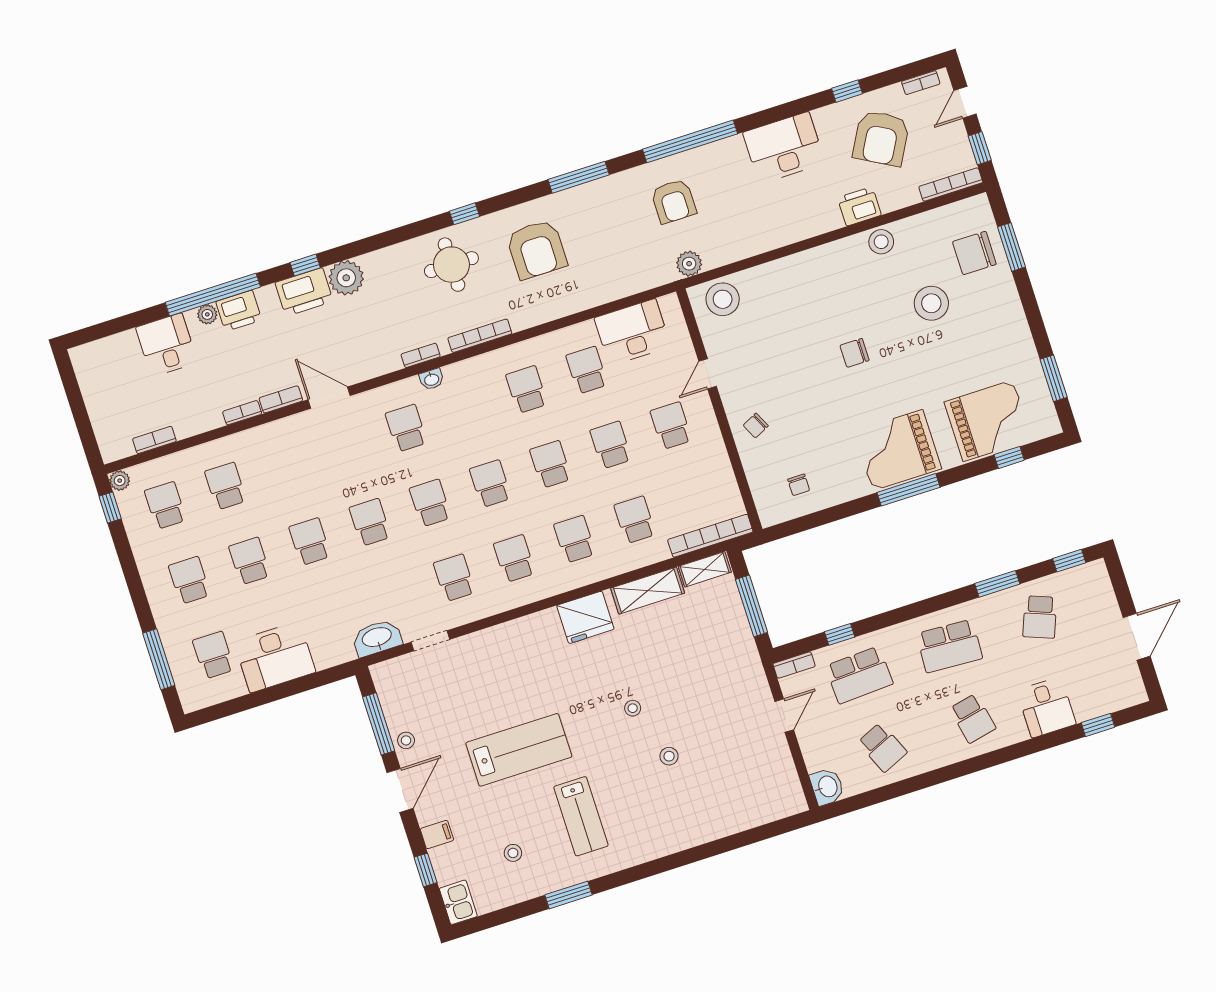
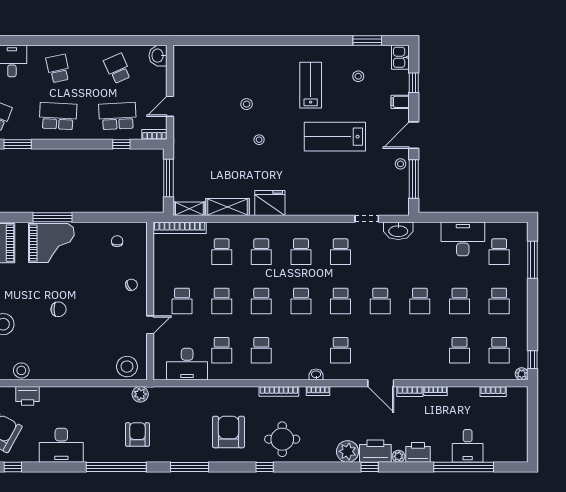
window: (213, 295) -> (464, 467), moved
plant: (207, 314) -> (398, 456), moved
window: (568, 895) -> (367, 41), moved

